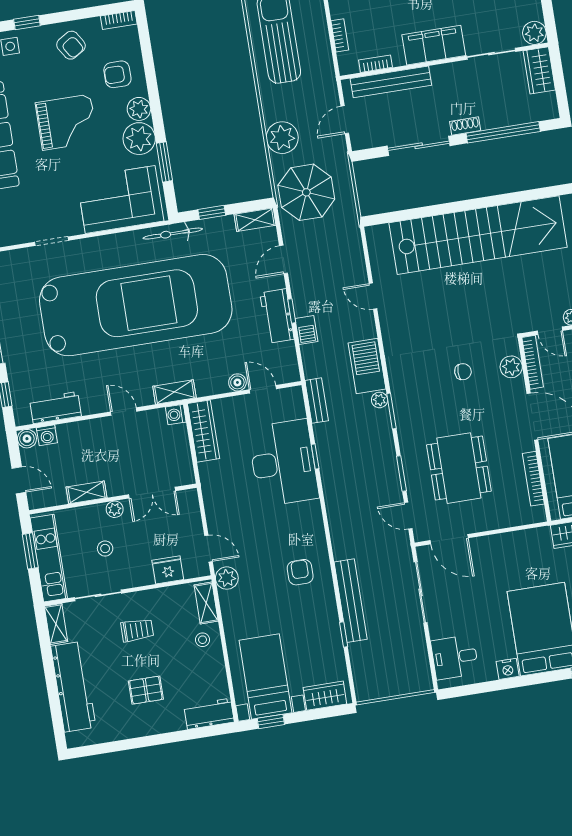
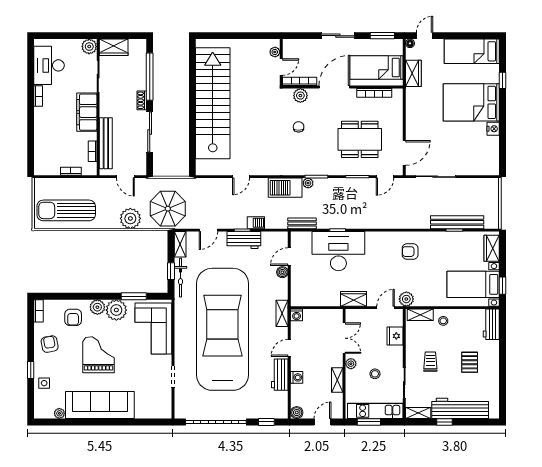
armchair: (71, 45) -> (50, 344), turned -69
bicycle: (173, 234) -> (181, 278), moved
door: (284, 259) -> (208, 230), hinge flipped
workbench: (55, 408) -> (280, 375), moved
wardrobe: (204, 431) -> (354, 299), moved, width x0.67
washing machine: (47, 435) -> (297, 377), moved
bench: (351, 601) -> (457, 222), moved
desk: (455, 657) -> (480, 161), removed
window: (49, 666) -> (445, 422), added

